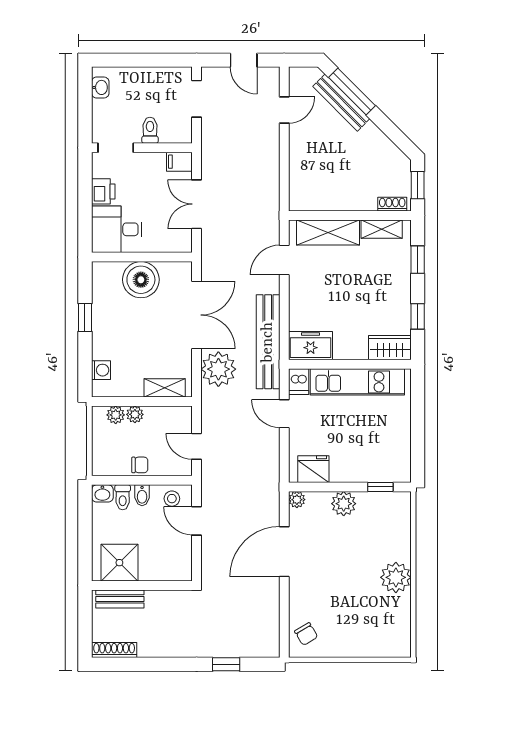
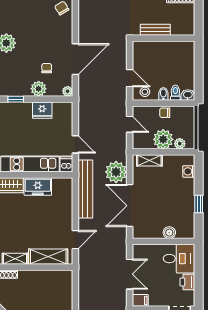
boiler: (141, 280) -> (169, 233), width x0.54, depth x0.54
freezer: (311, 346) -> (38, 187), moved
plant: (135, 414) -> (163, 139), width x1.87, depth x1.87
fridge: (313, 469) -> (42, 110), moved
chair: (331, 537) -> (47, 68), added
shower: (119, 563) -> (177, 52), removed
bench: (120, 599) -> (155, 30), moved

